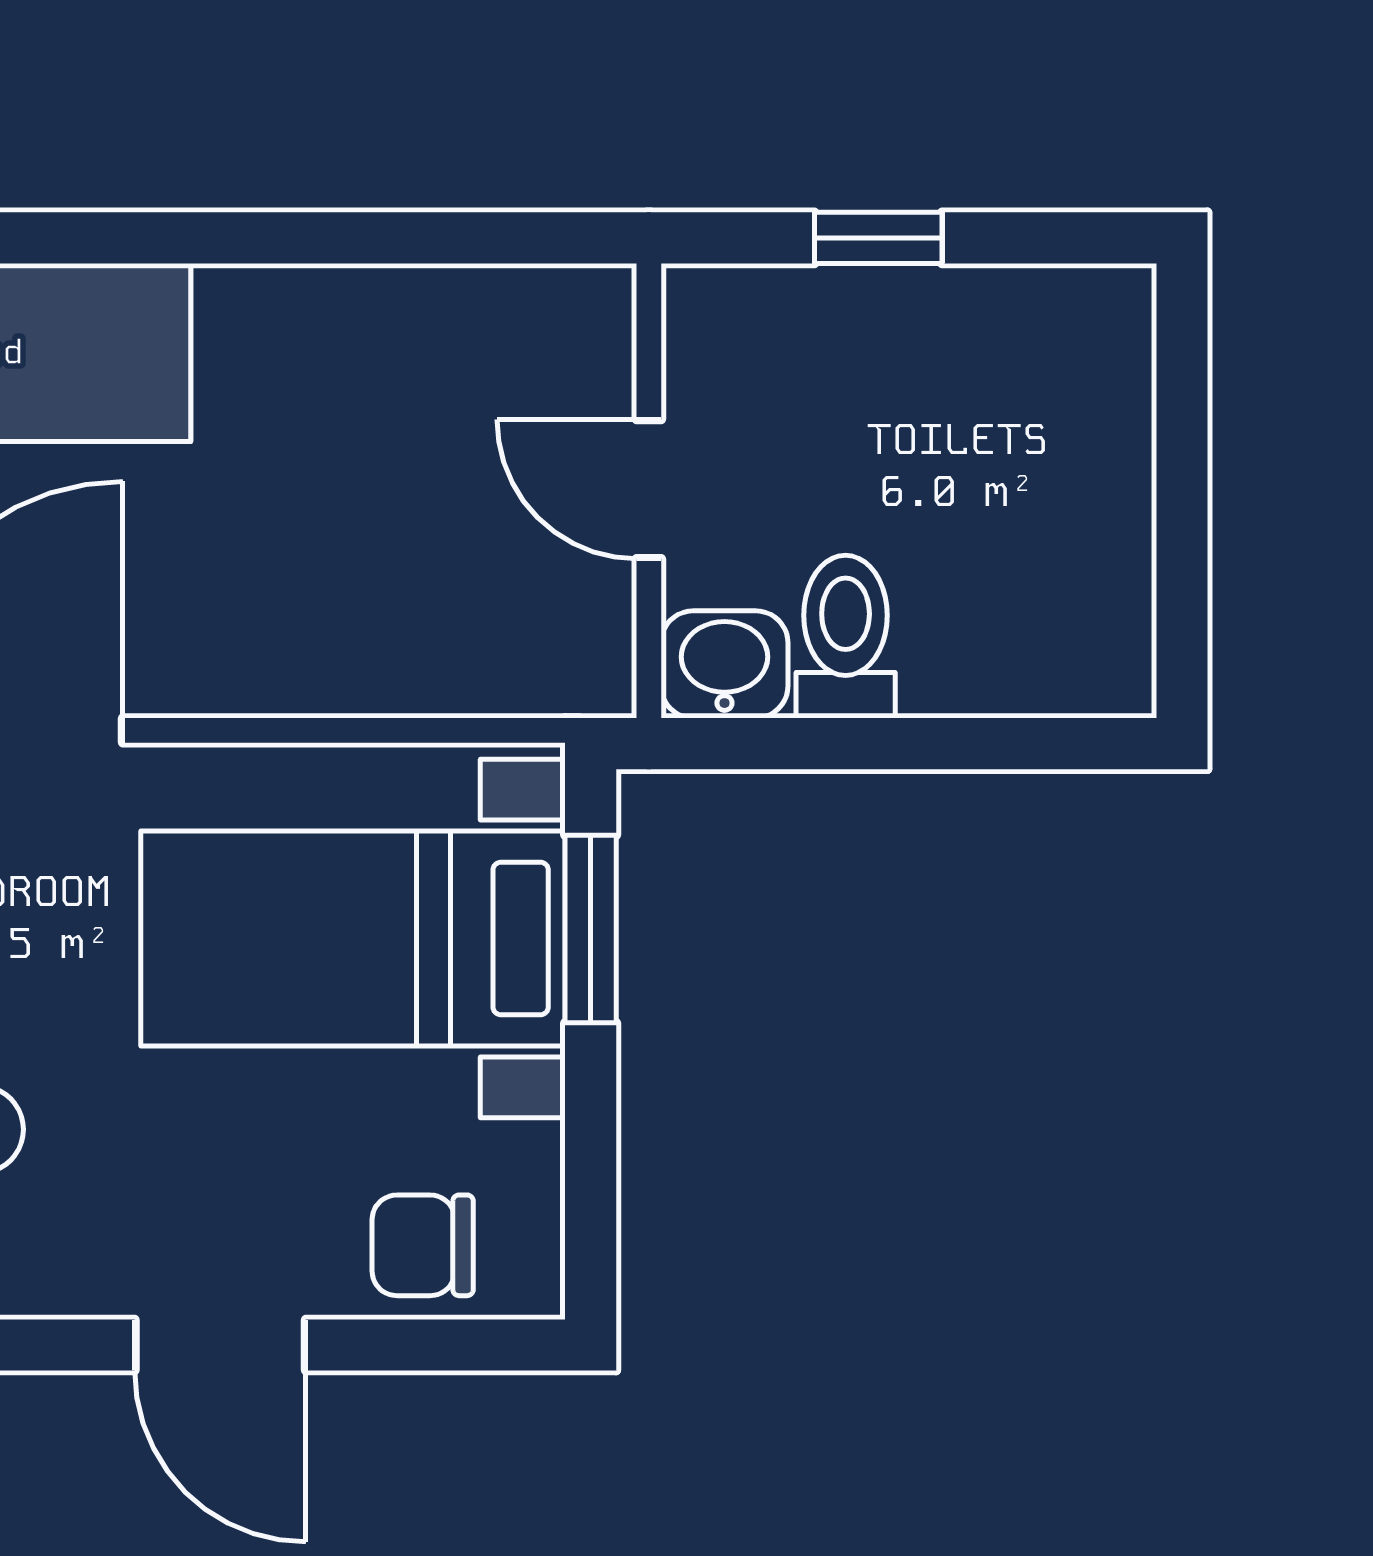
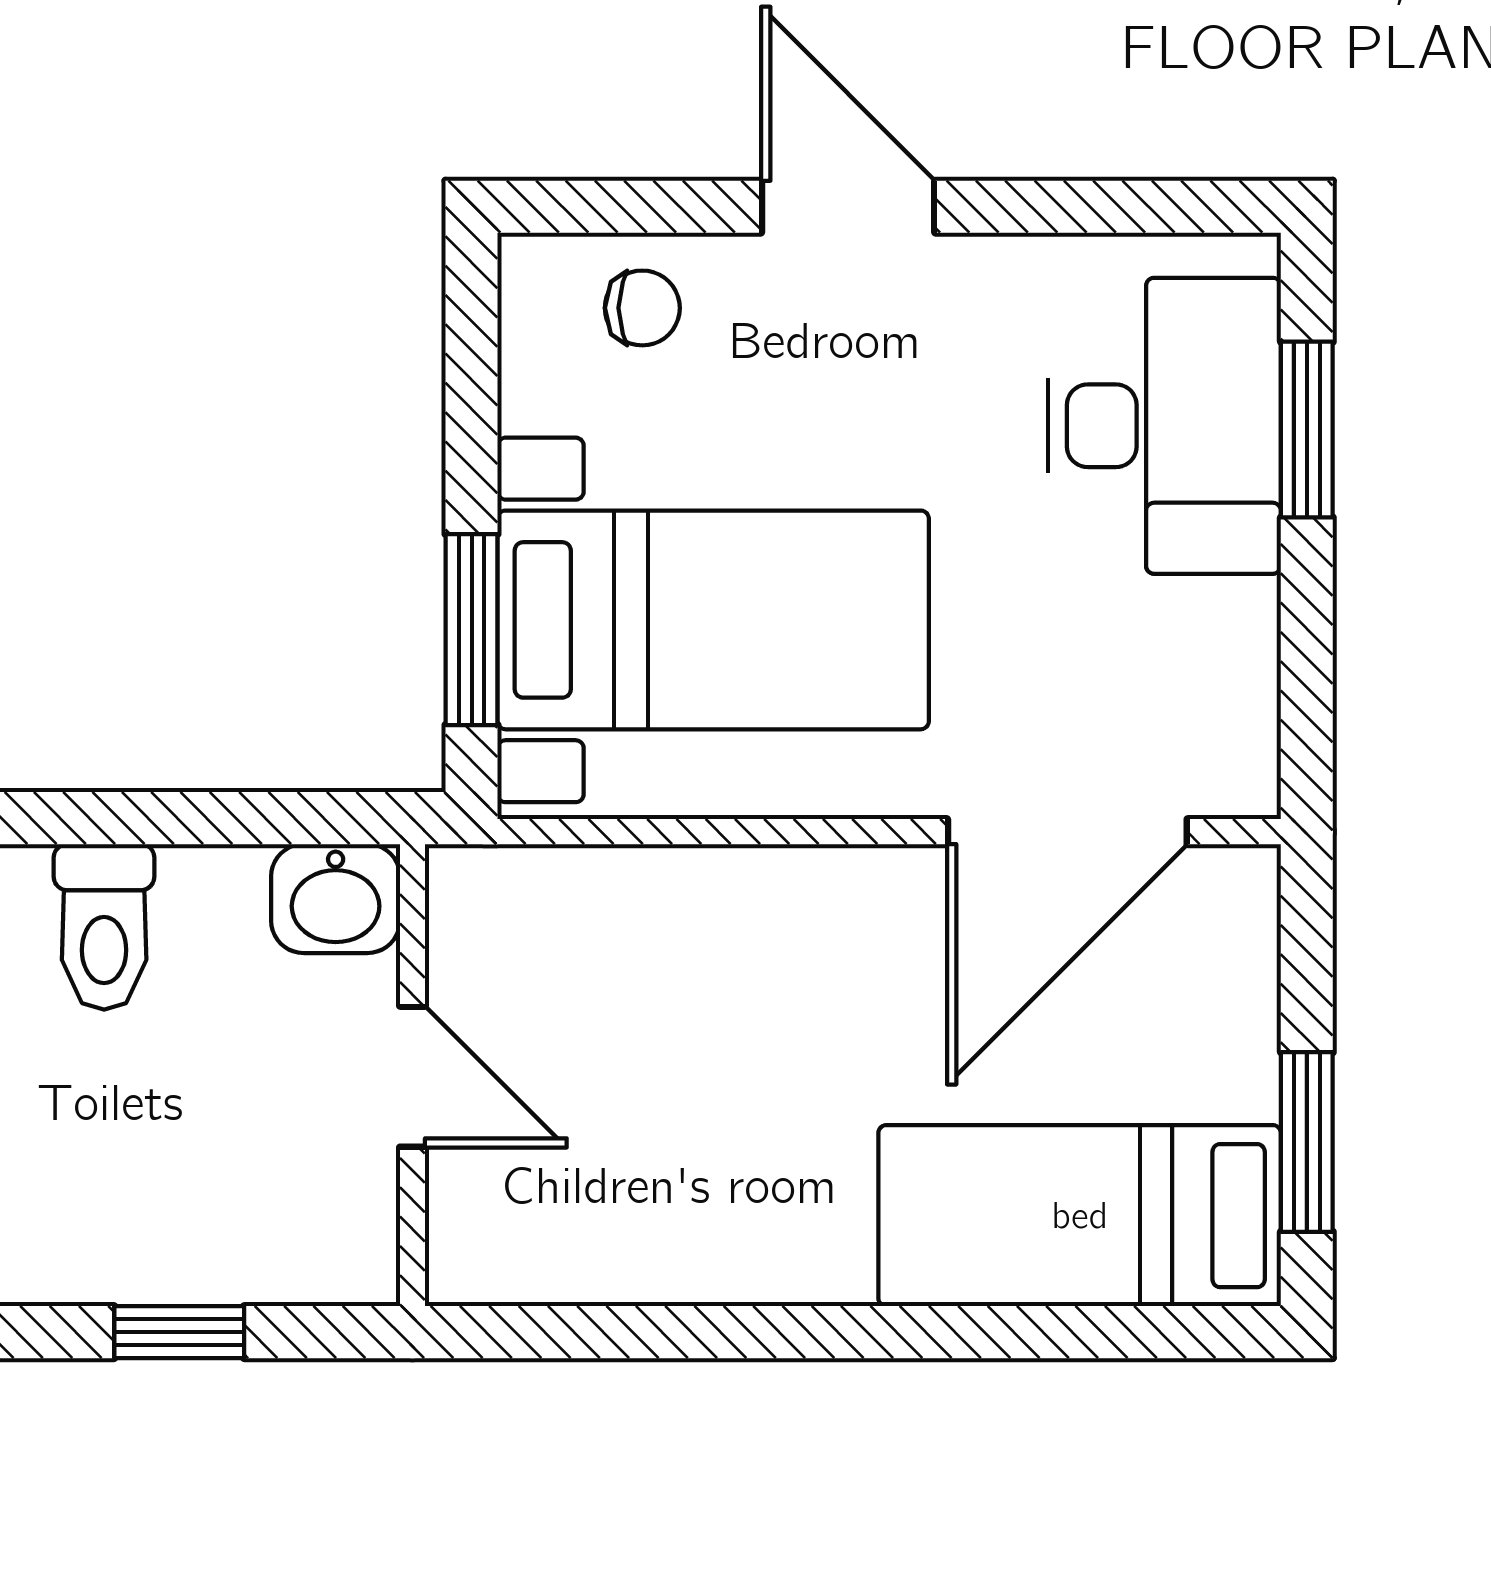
toilet: (846, 637) -> (104, 927), moved
chair: (423, 1245) -> (642, 308), width x0.73, depth x0.73

